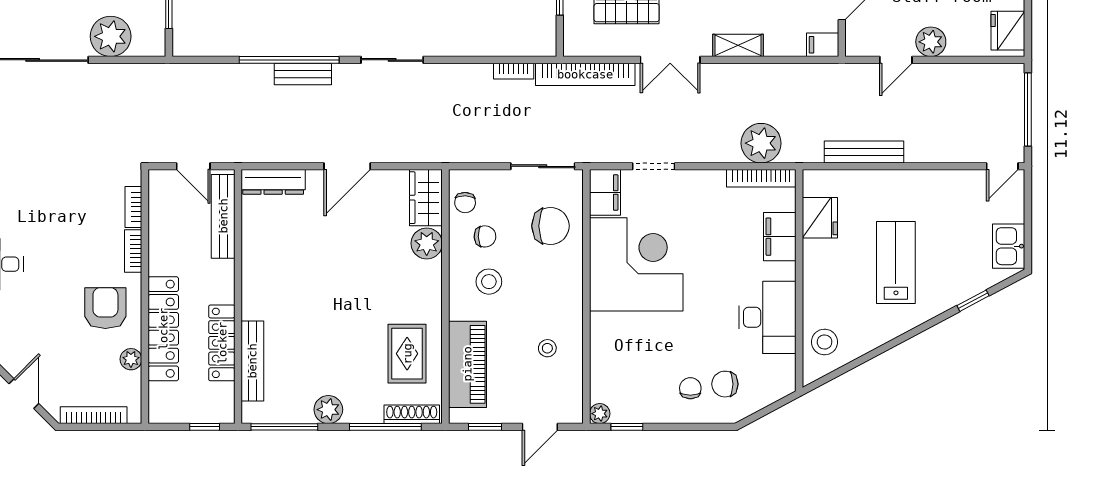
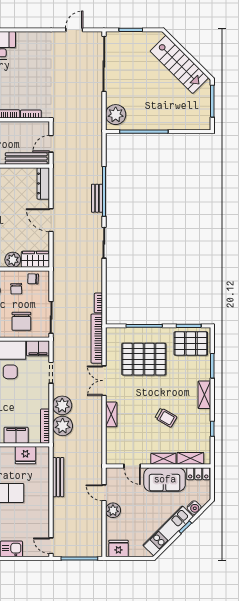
plant: (111, 36) -> (116, 115), moved
filing cabinet: (823, 45) -> (111, 457), removed
plant: (720, 144) -> (62, 405), added

